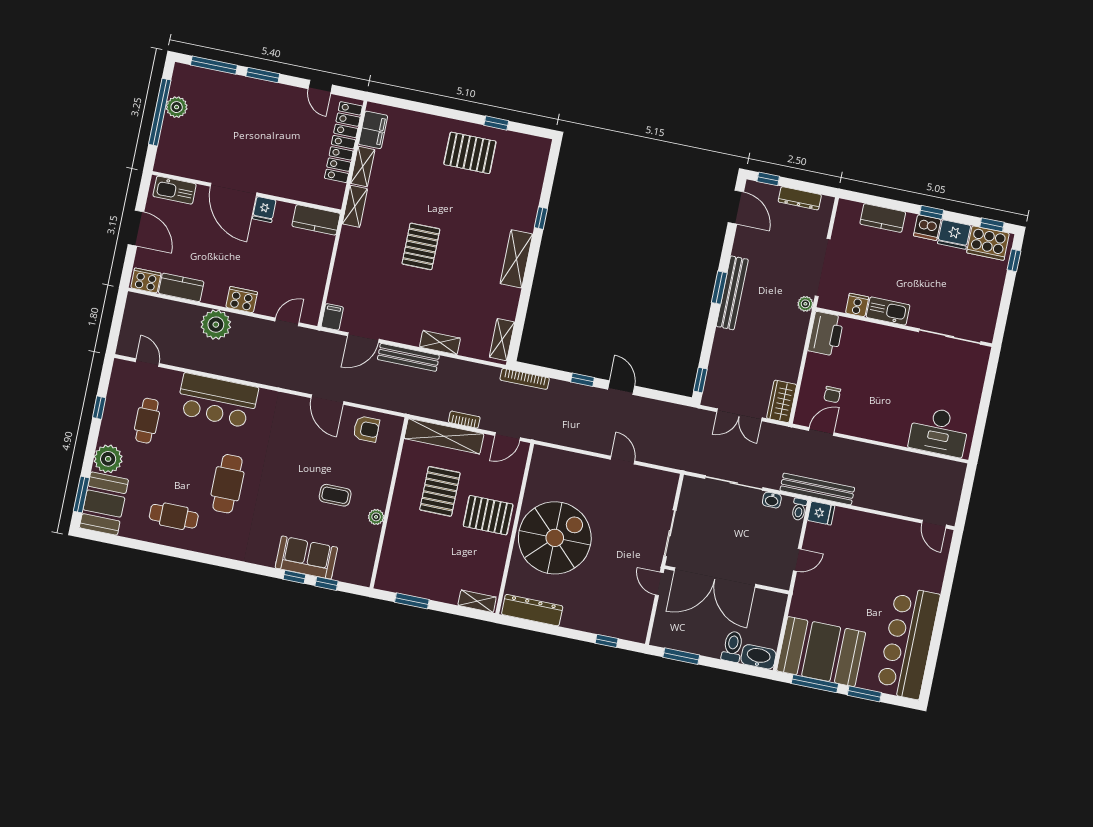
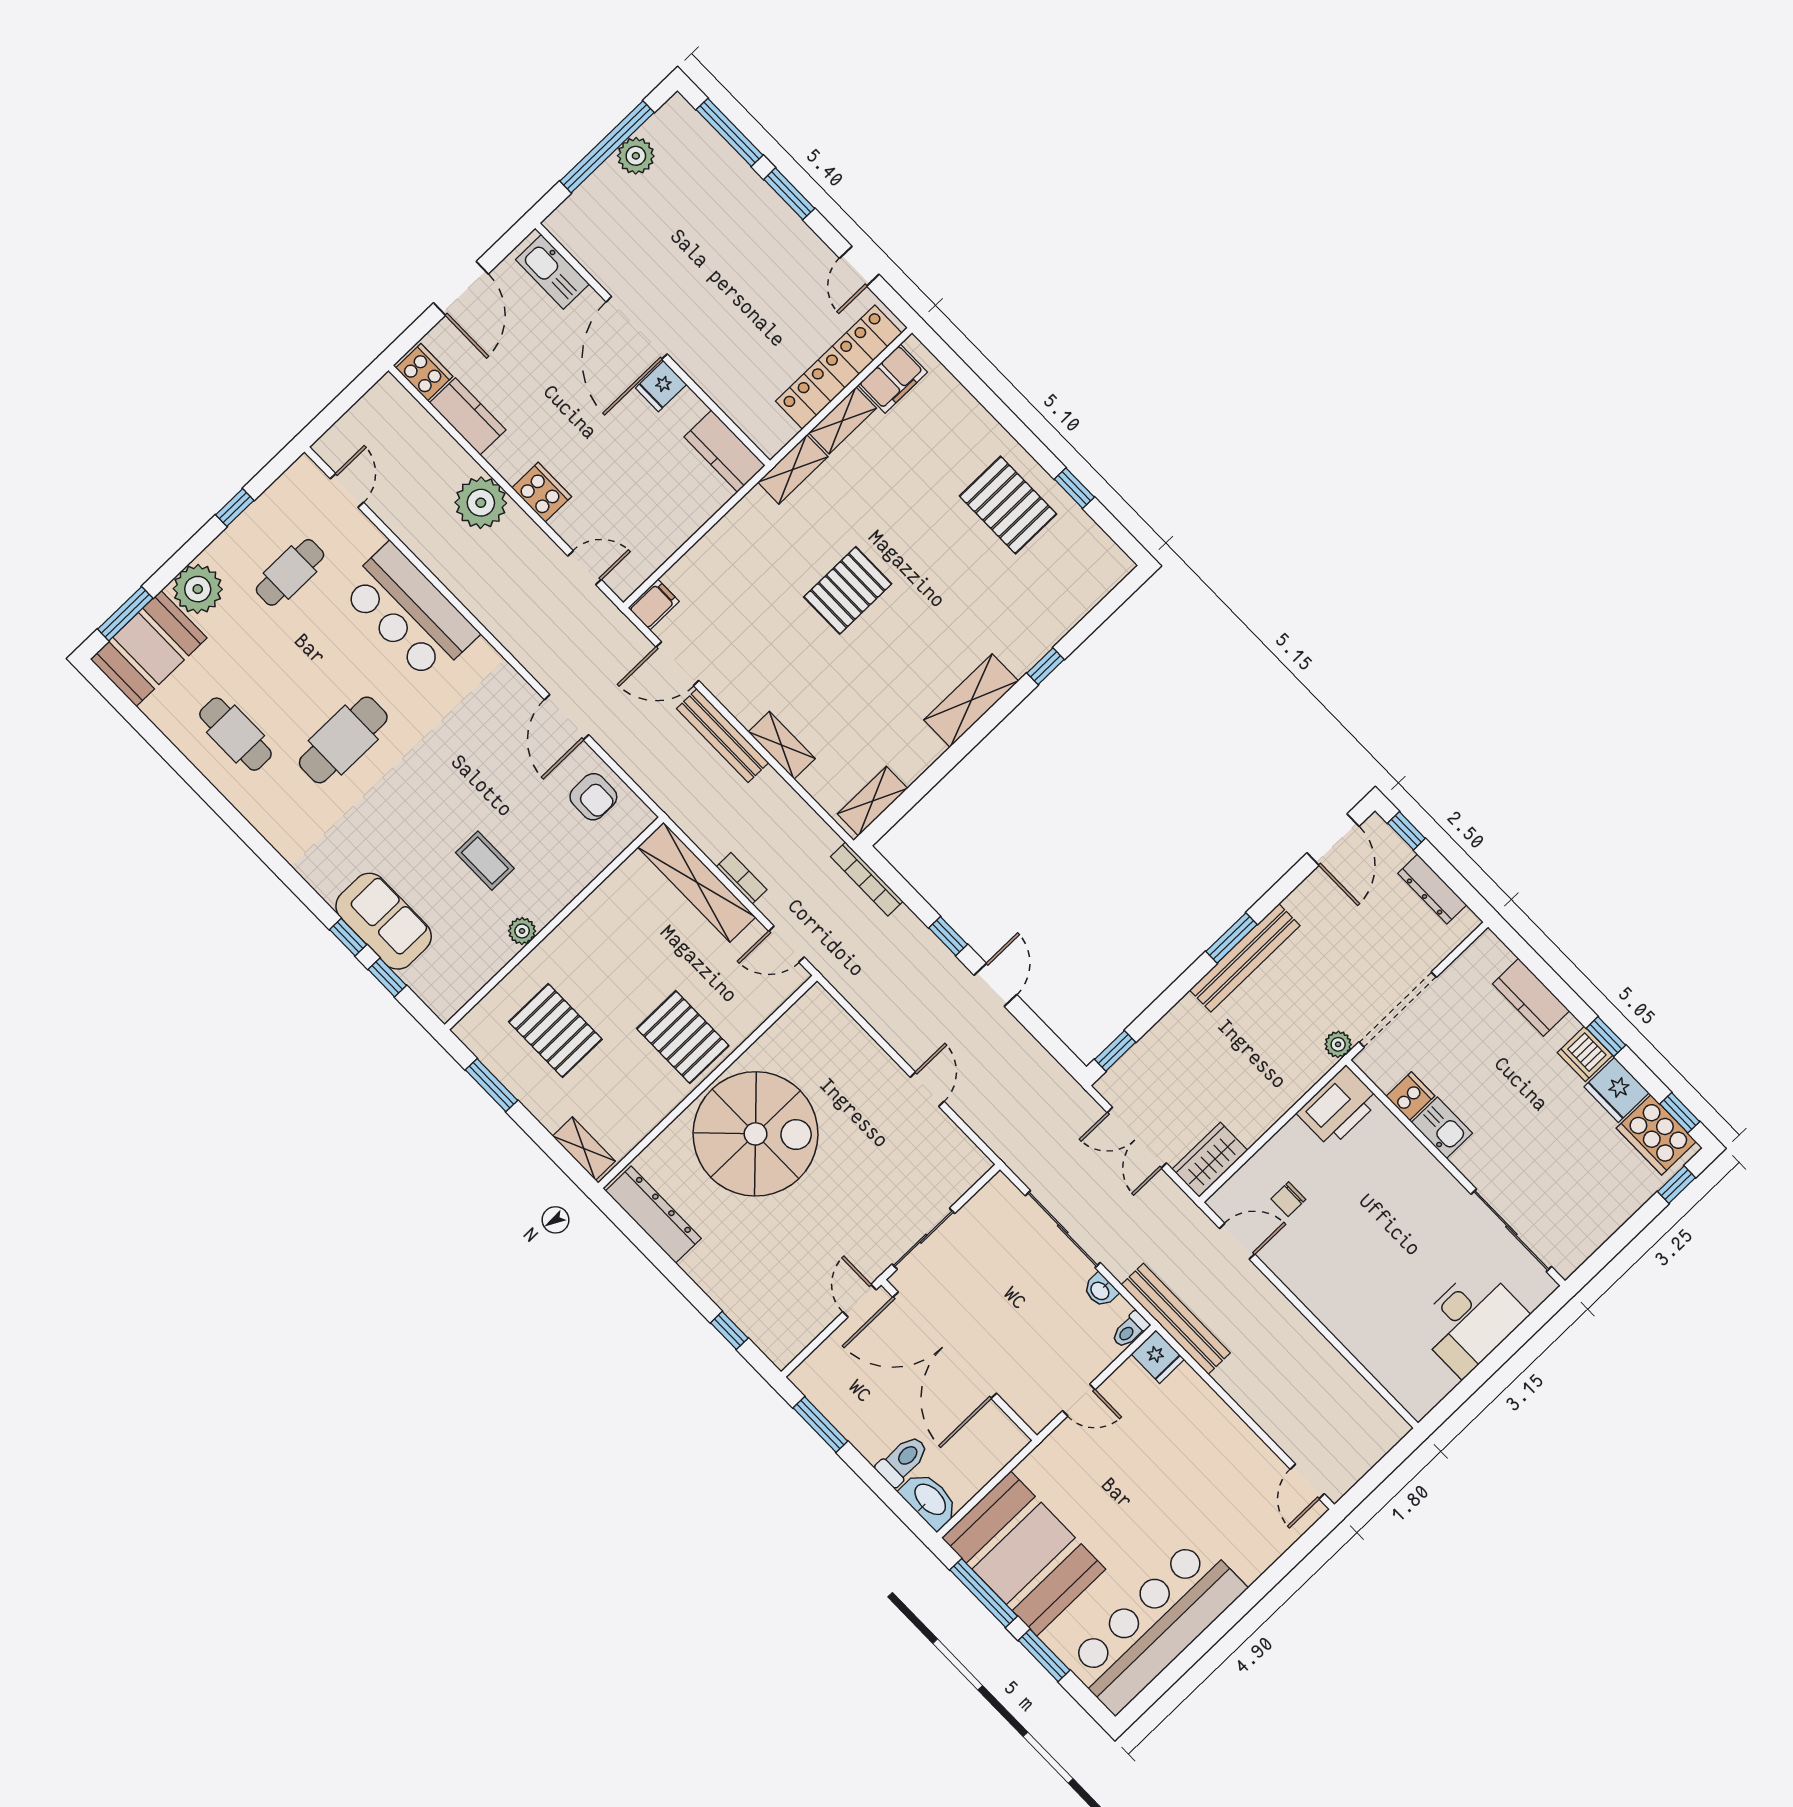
kitchen sink: (888, 311) -> (1442, 1128), width x0.73
desk: (939, 432) -> (1471, 1321), moved, turned -90
pallet: (440, 491) -> (555, 1031), moved, turned 90

